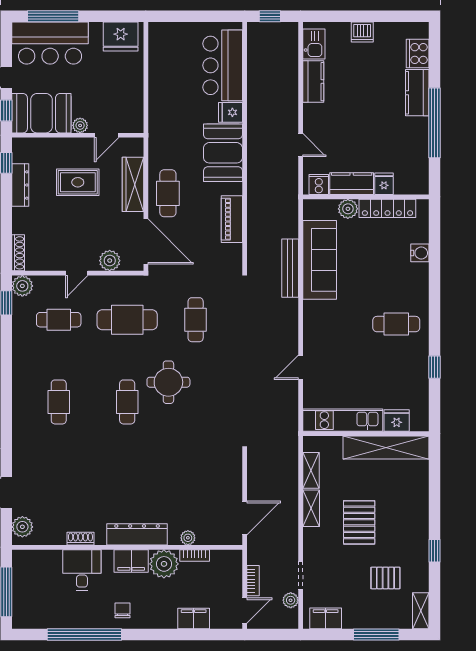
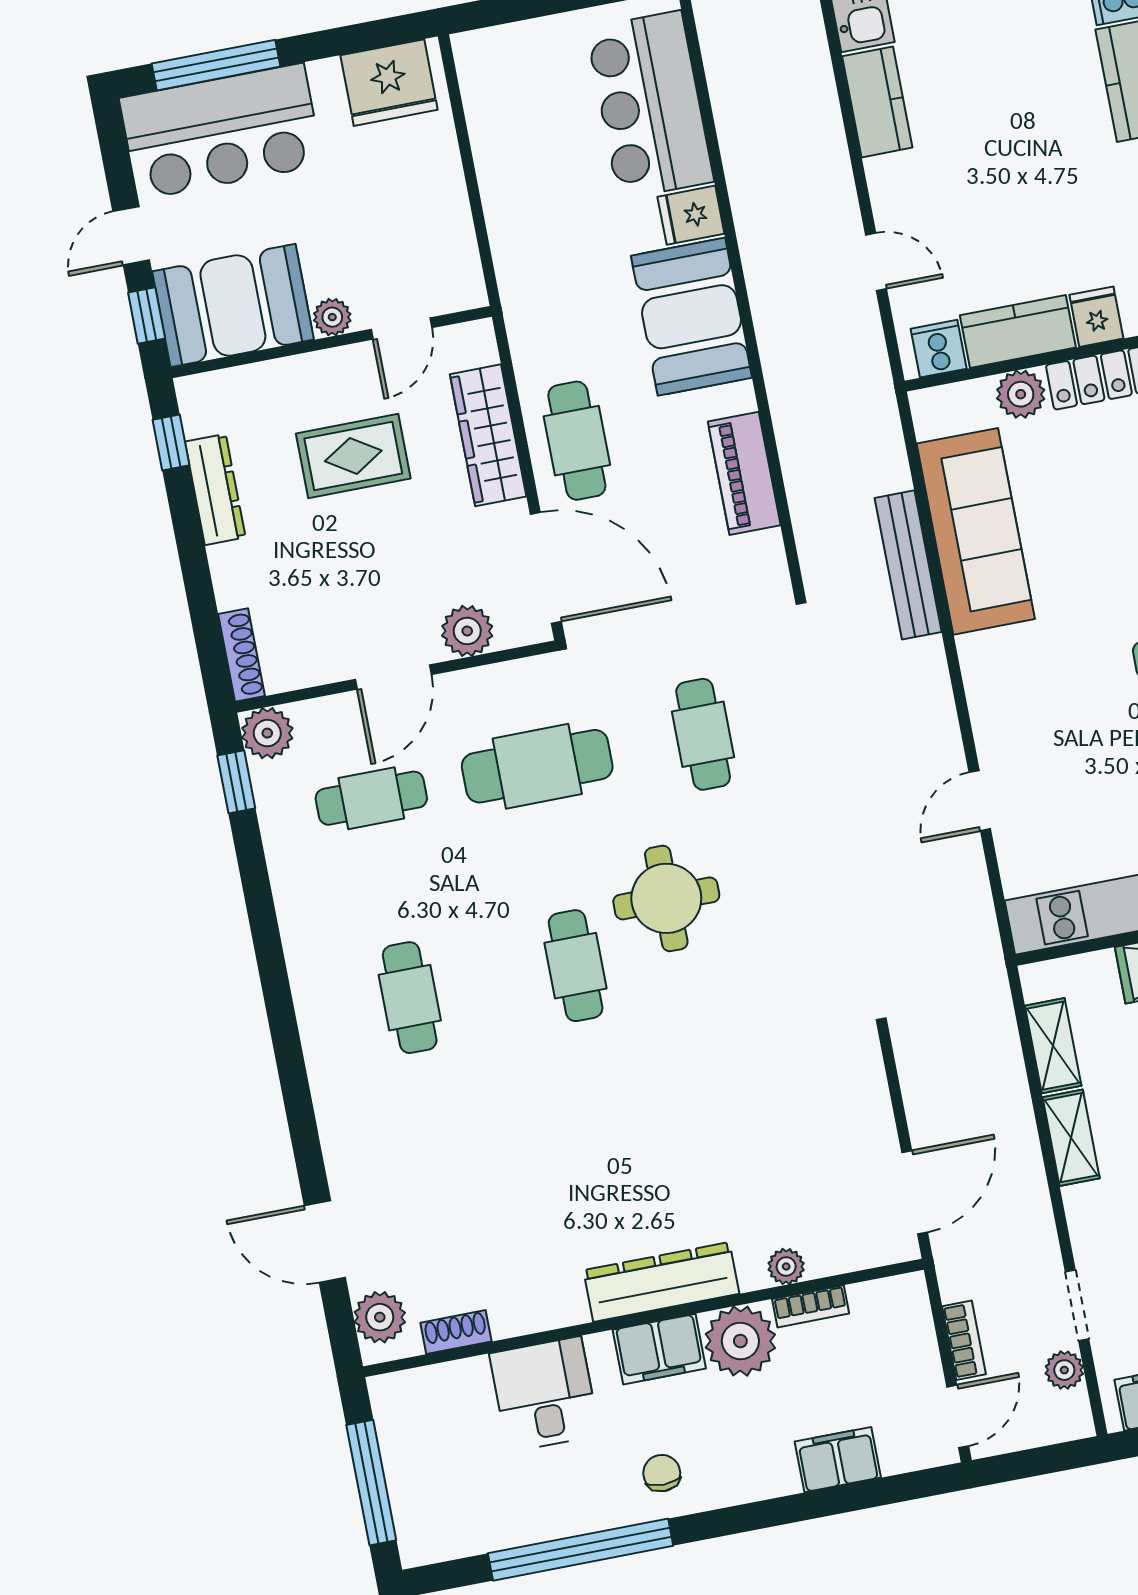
door: (77, 273) -> (393, 677), width x1.37
shoe rack: (80, 539) -> (456, 1332), moved

